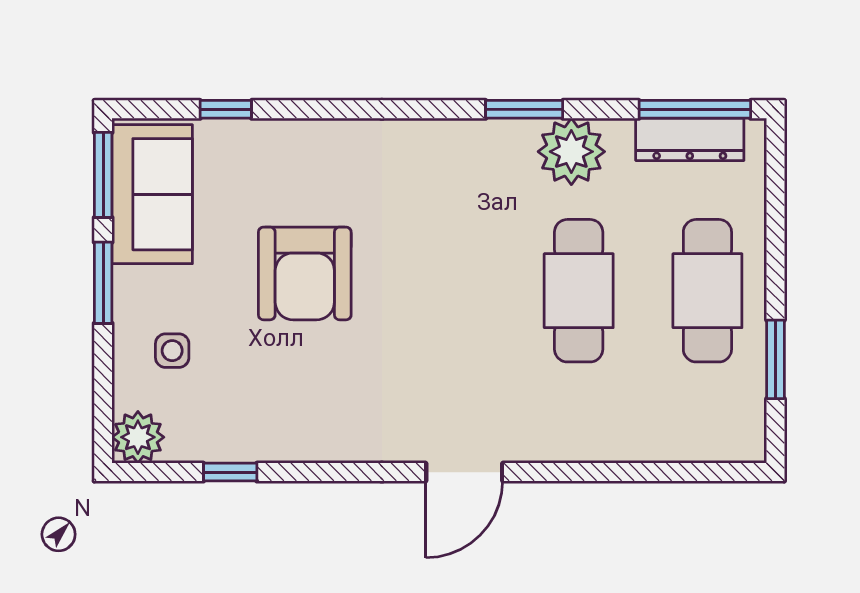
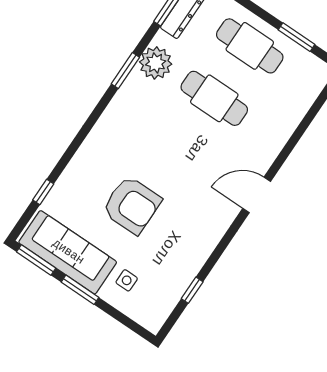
sofa: (152, 194) -> (68, 252), width x1.36
plant: (138, 437) -> (152, 318), removed
door: (464, 472) -> (257, 195), swing flipped

